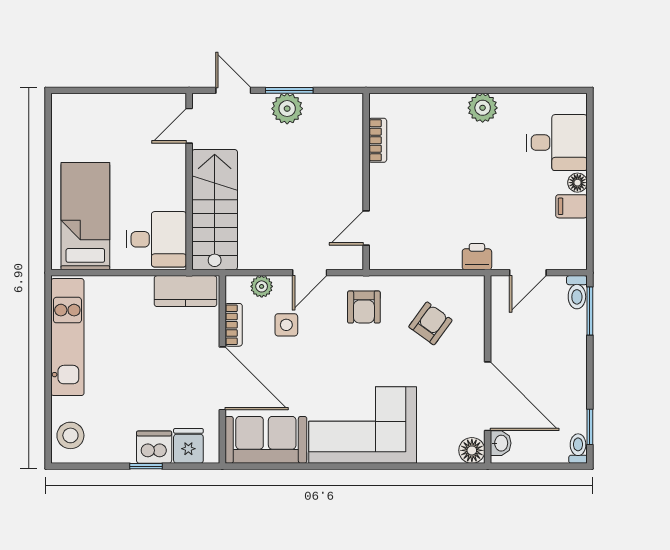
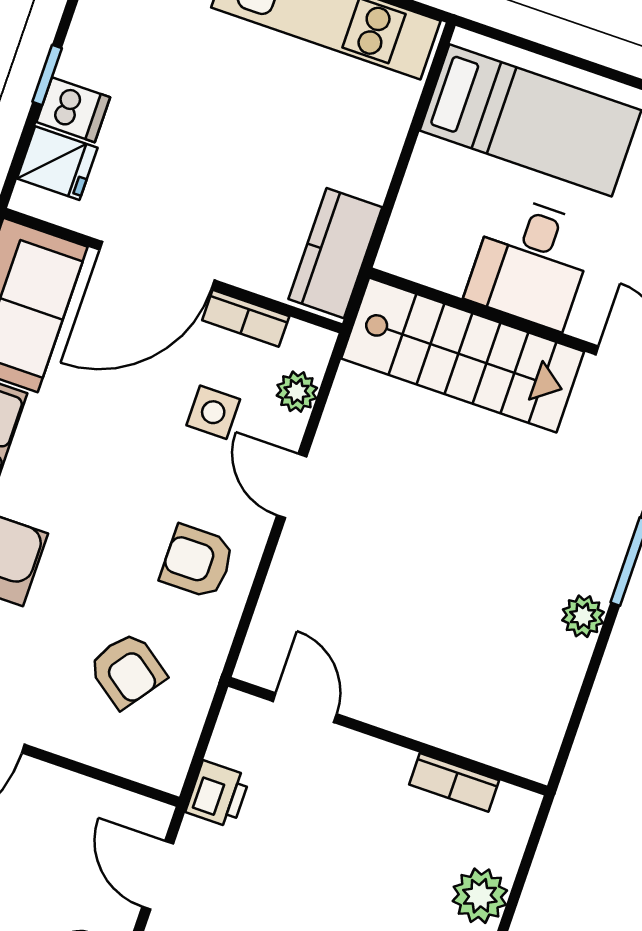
plant: (287, 109) -> (583, 616), moved, width x0.73, depth x0.73
bookcase: (378, 140) -> (454, 782), moved
wall: (366, 182) -> (388, 736), moved
door: (366, 228) -> (305, 708), moved
desk: (156, 239) -> (531, 262), moved
dishwasher: (154, 447) -> (73, 110), width x0.73

